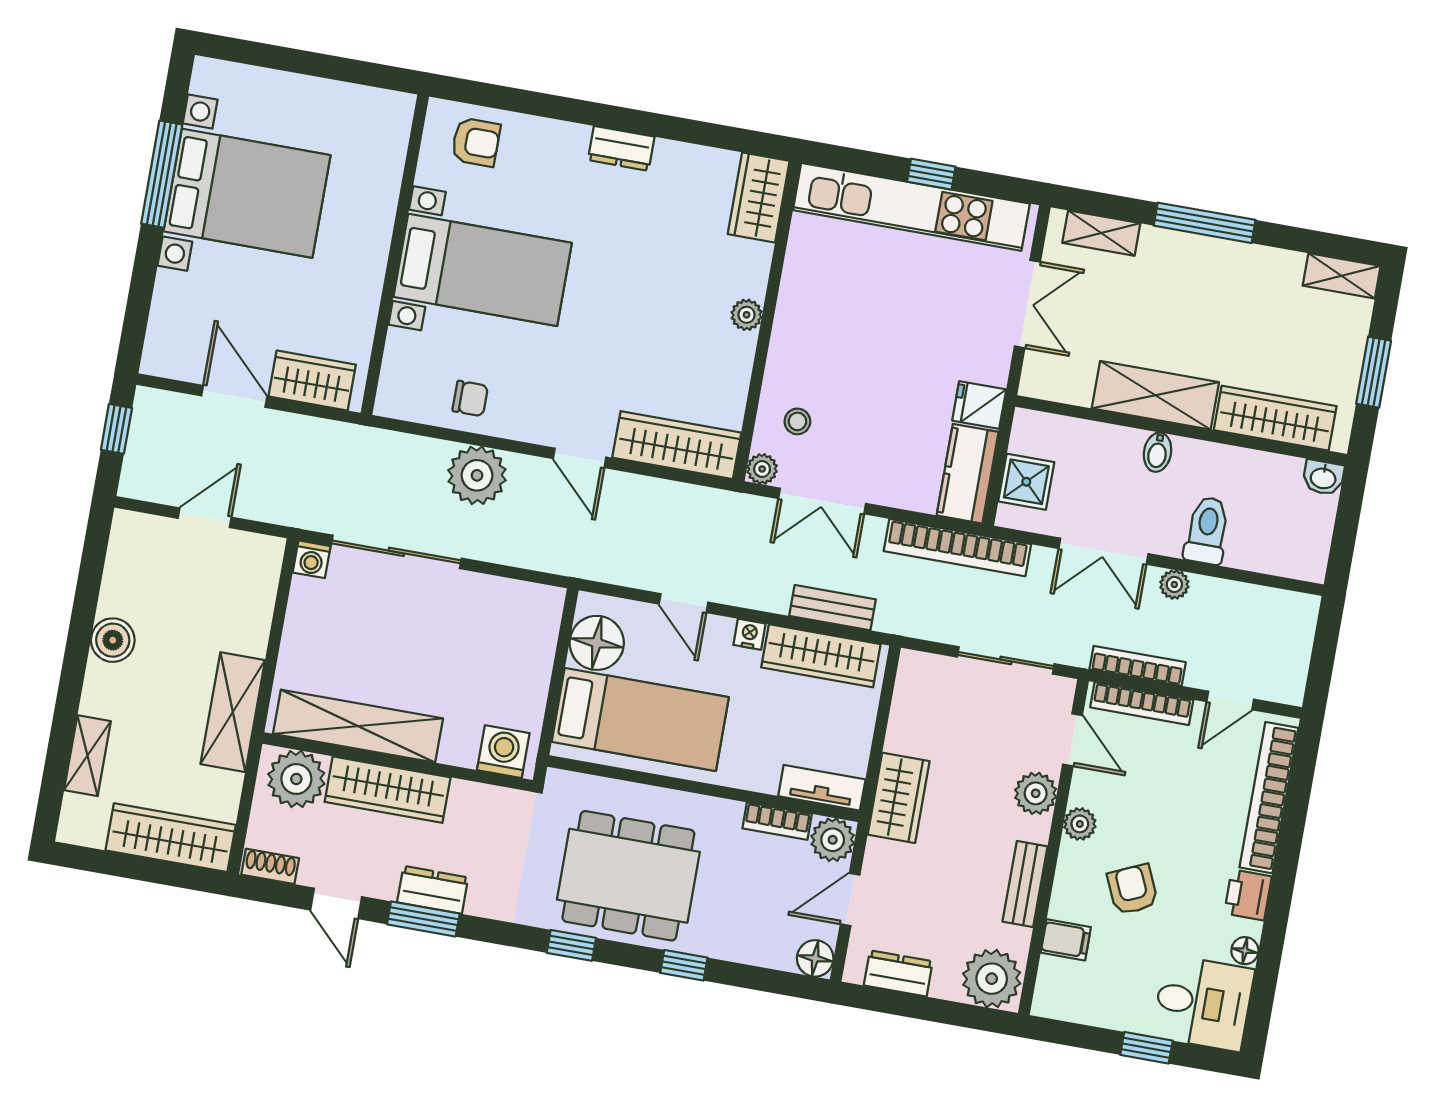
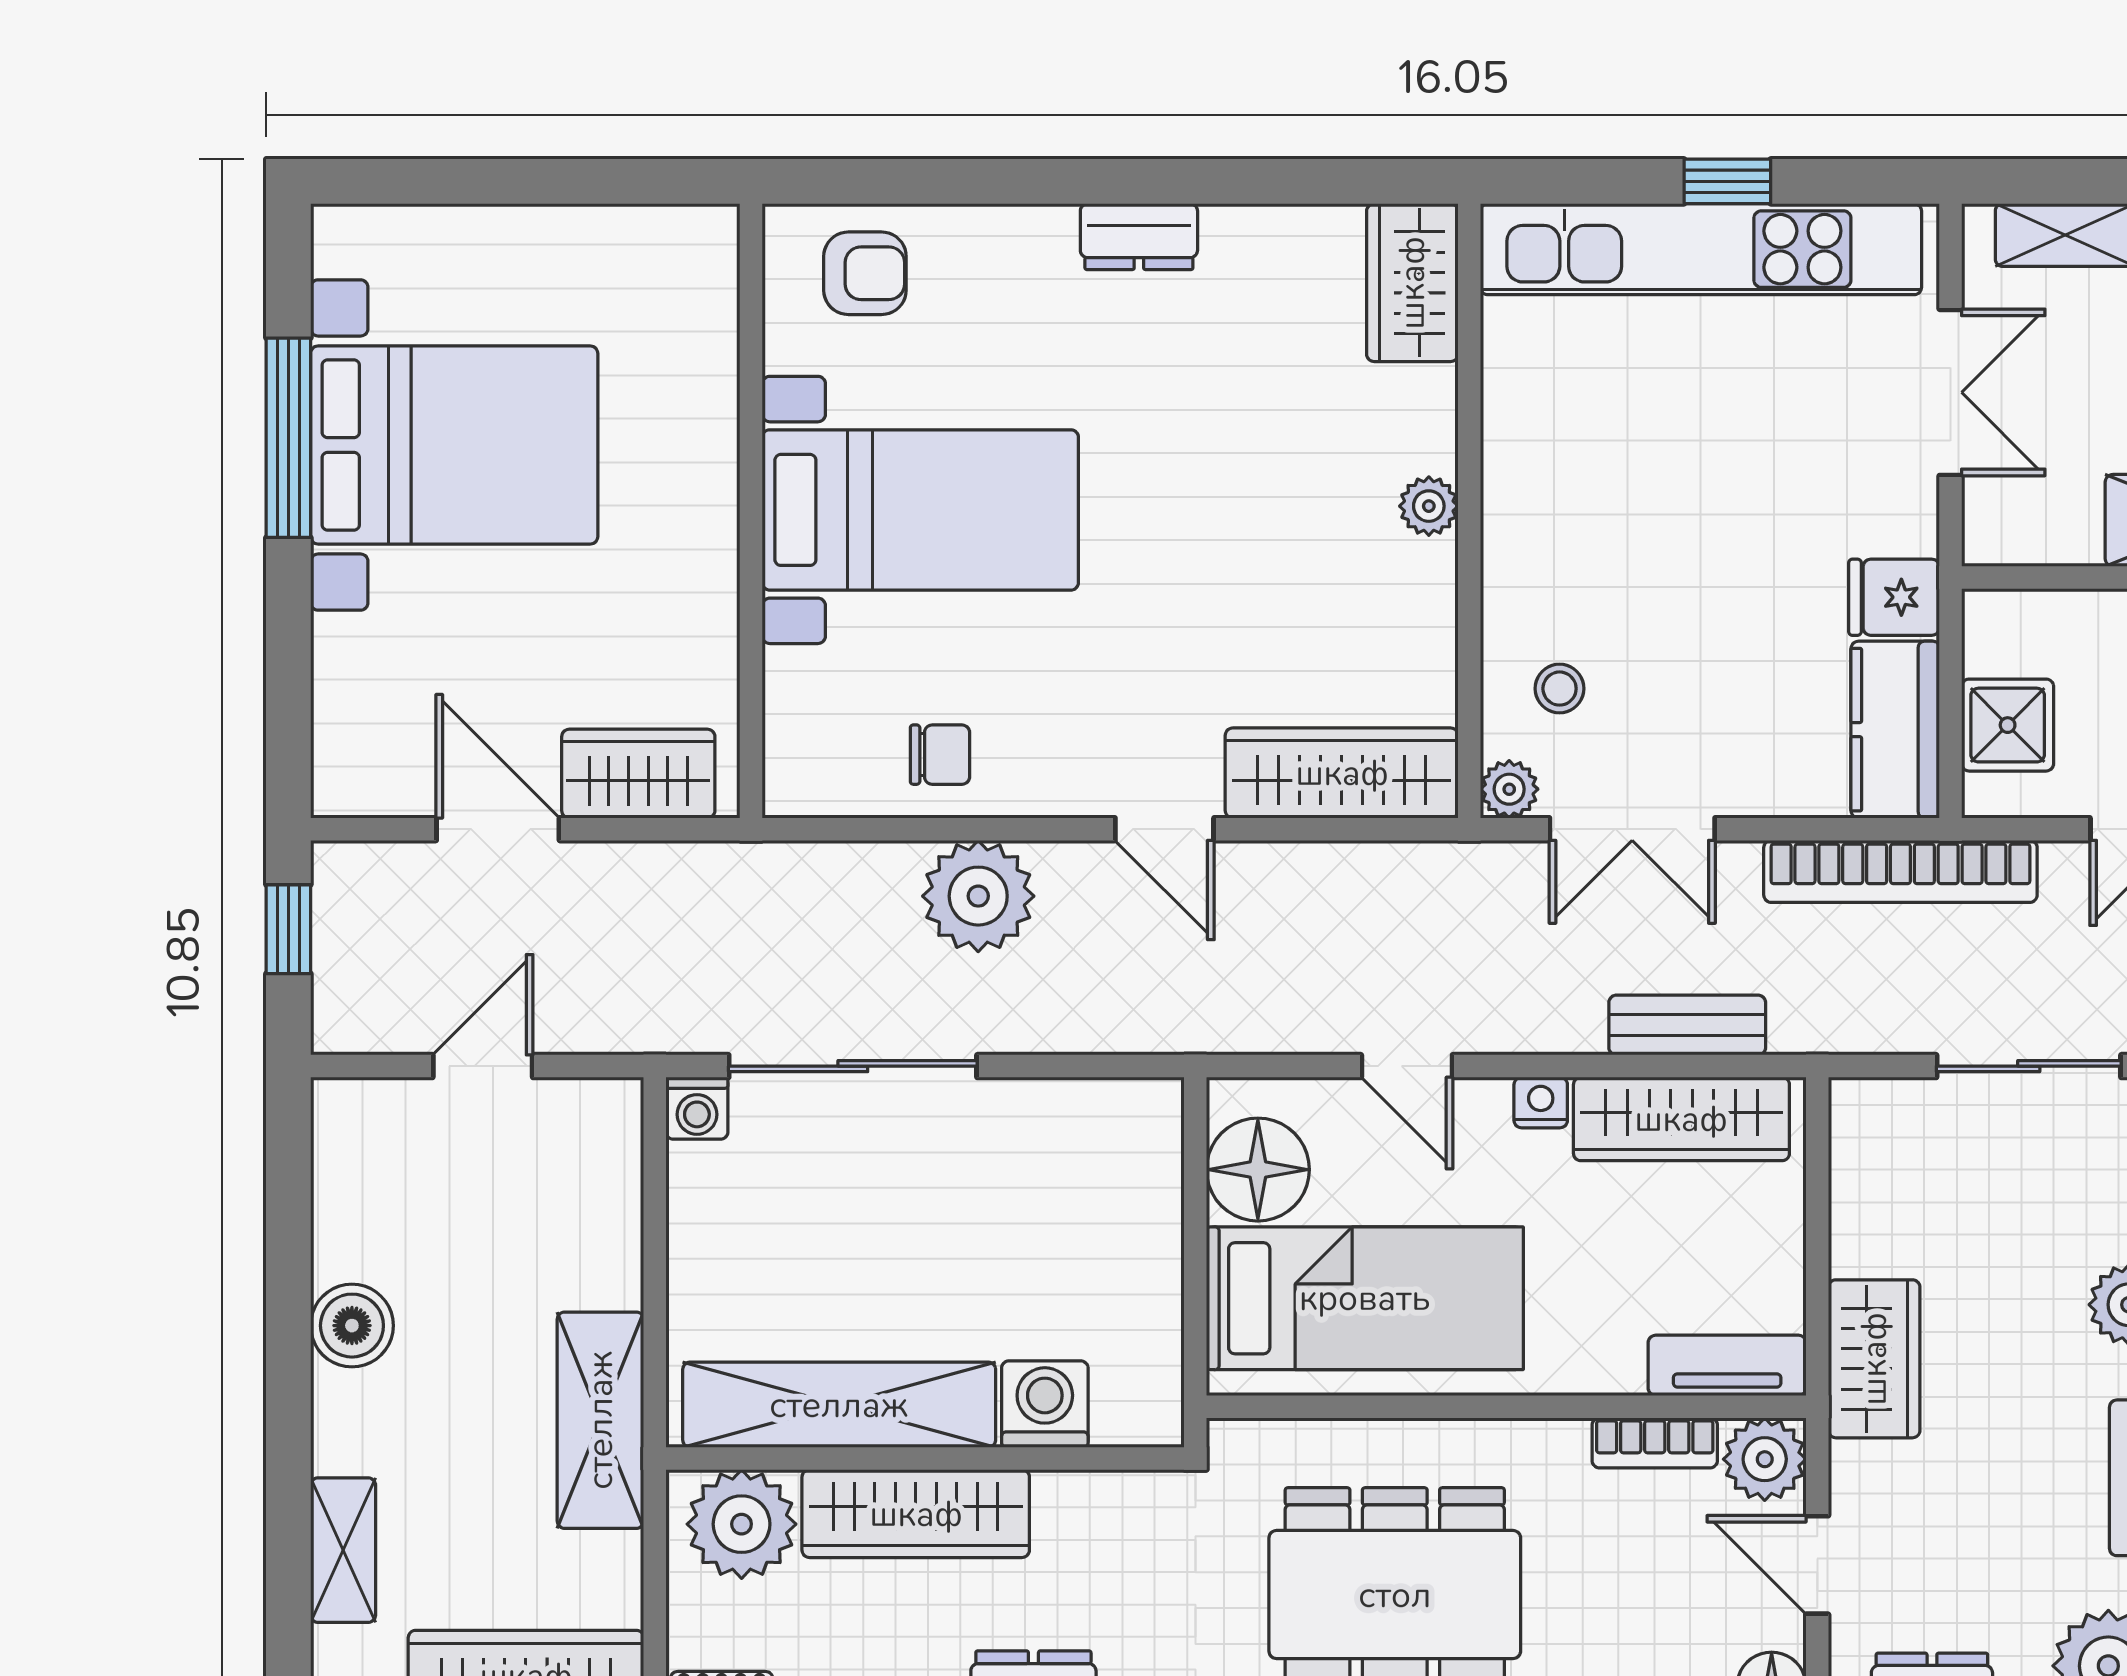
washing machine: (503, 752) -> (1045, 1404), moved
door: (850, 899) -> (1817, 1565), hinge flipped

